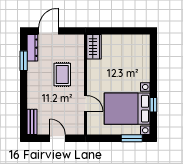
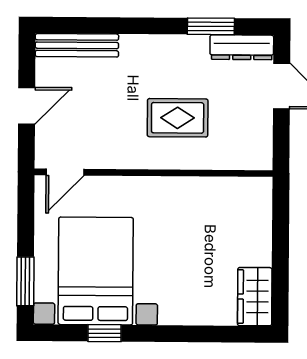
wardrobe: (94, 47) -> (255, 297), moved, turned 90
door: (86, 104) -> (65, 172), moved
bench: (32, 122) -> (77, 45), width x1.36

